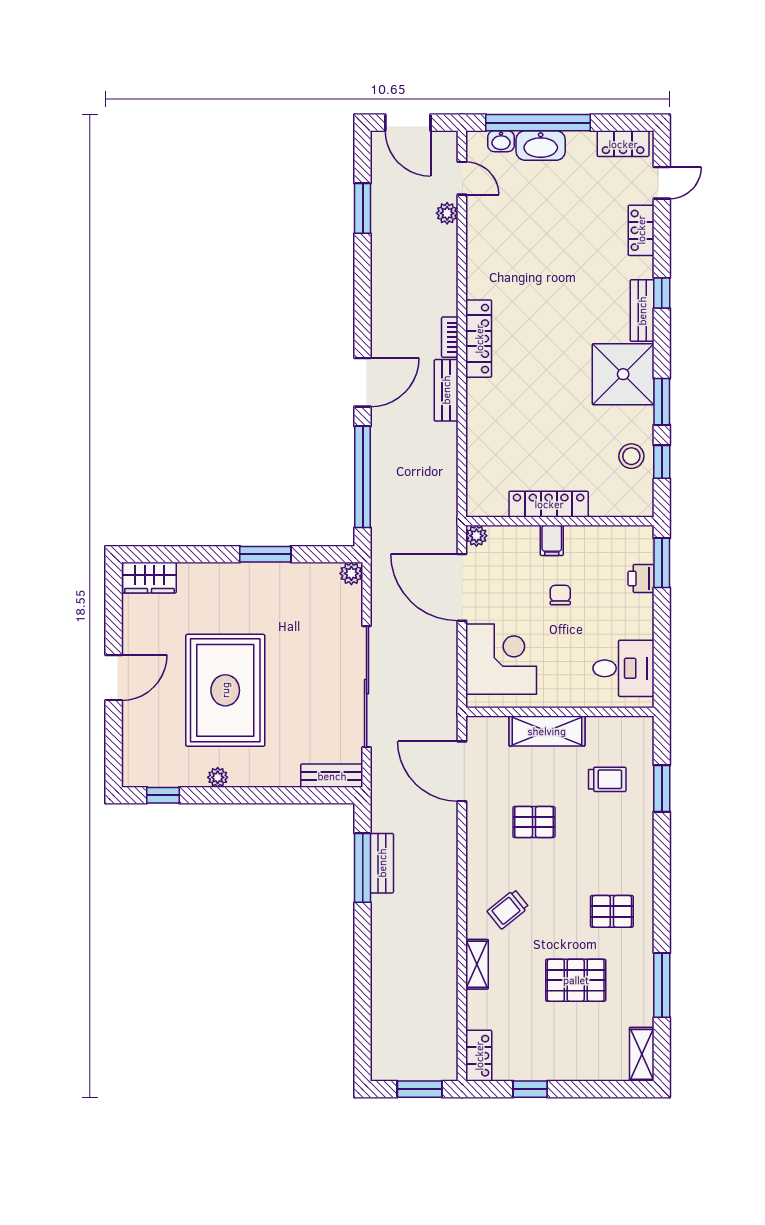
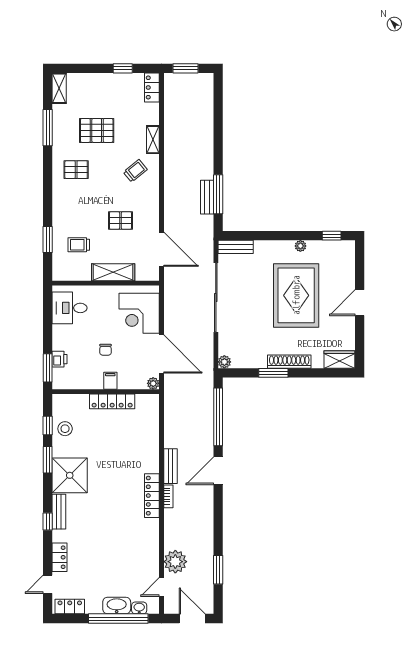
door: (462, 178) -> (162, 587), hinge flipped
plant: (447, 213) -> (175, 562), width x1.87, depth x1.87
shoe rack: (237, 574) -> (289, 362), added

